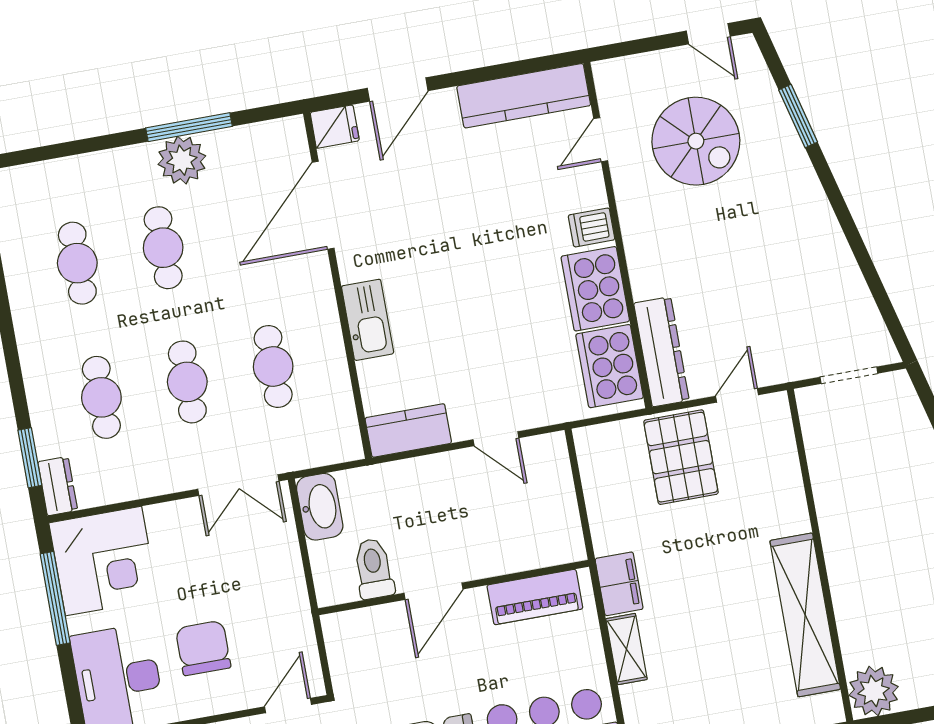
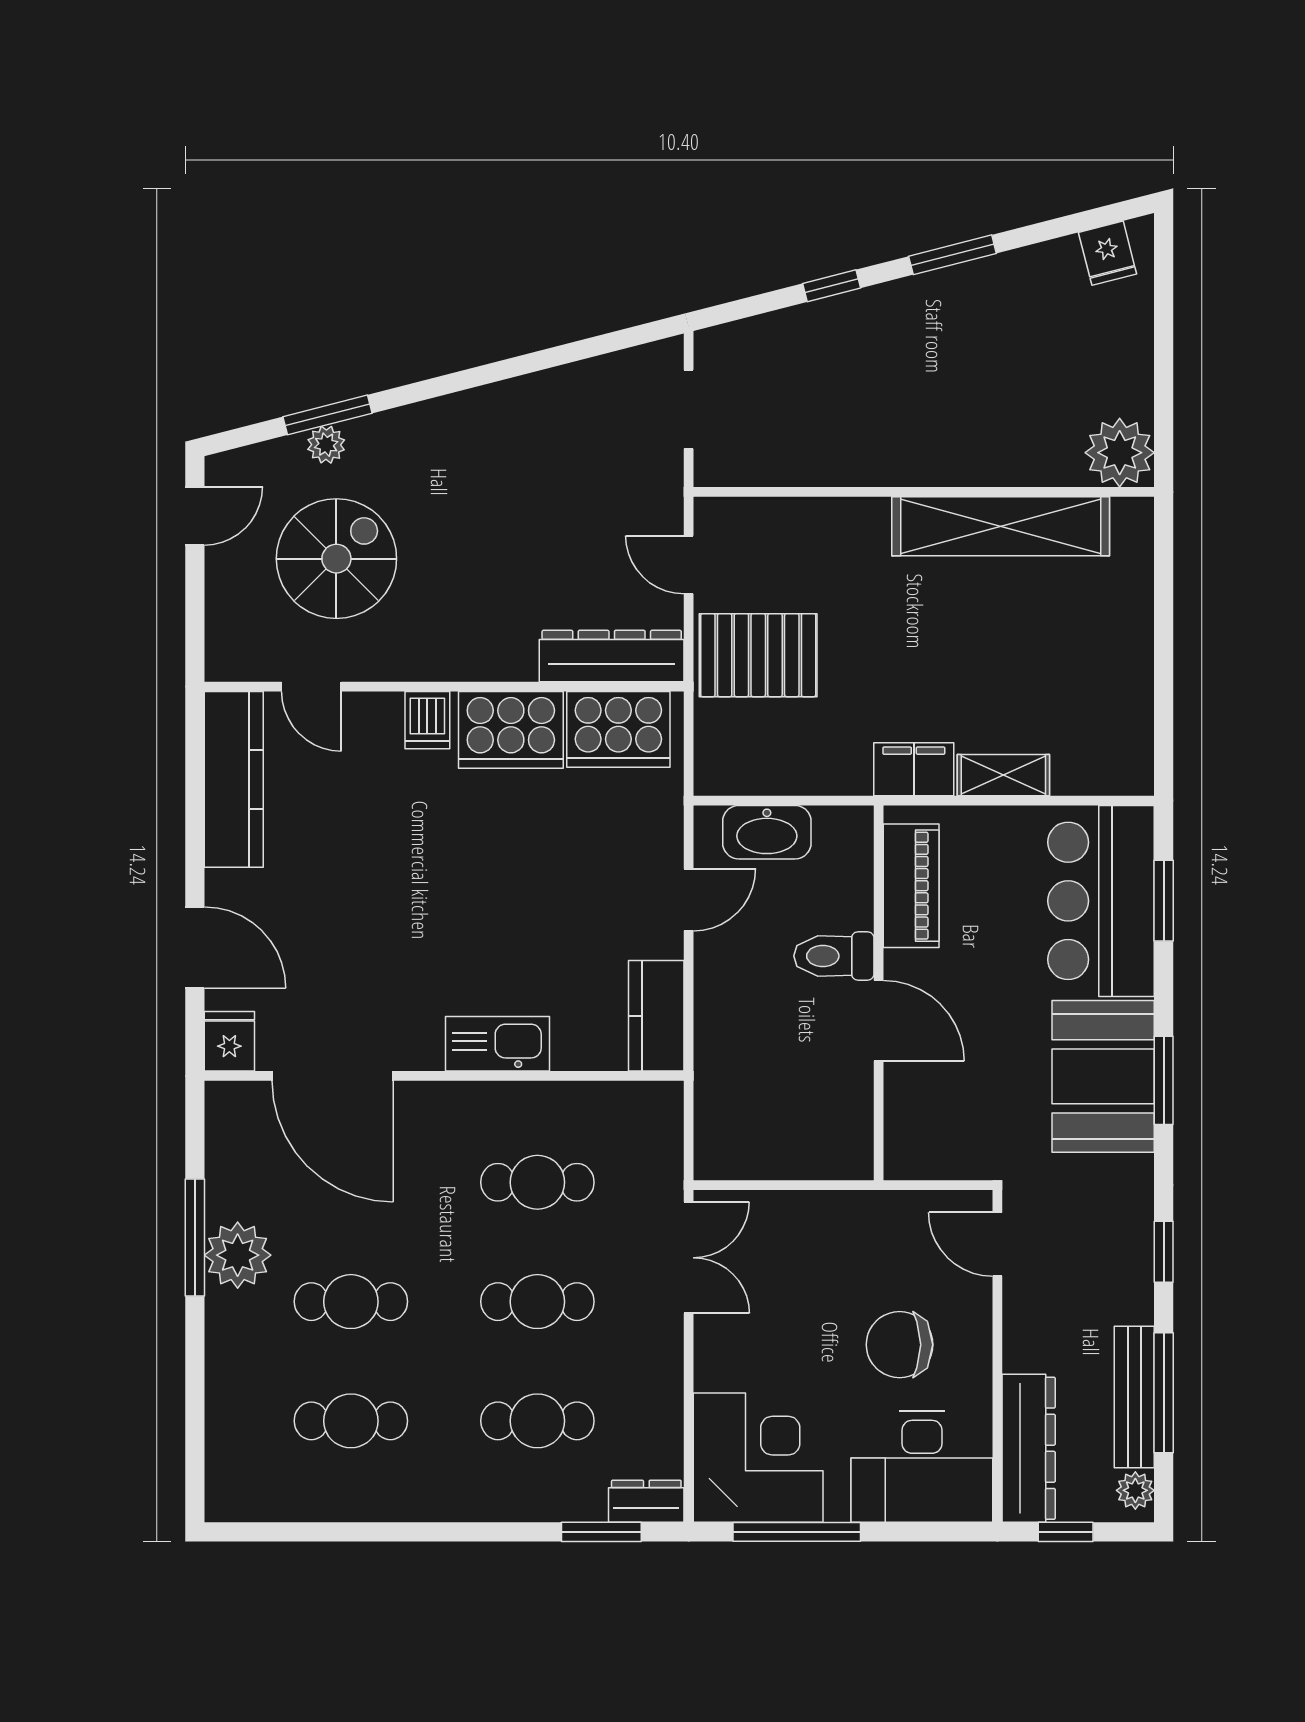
plant: (777, 119) -> (326, 445), added
washbasin: (320, 507) -> (767, 832), moved, turned 180
toilet: (374, 569) -> (834, 956), moved

